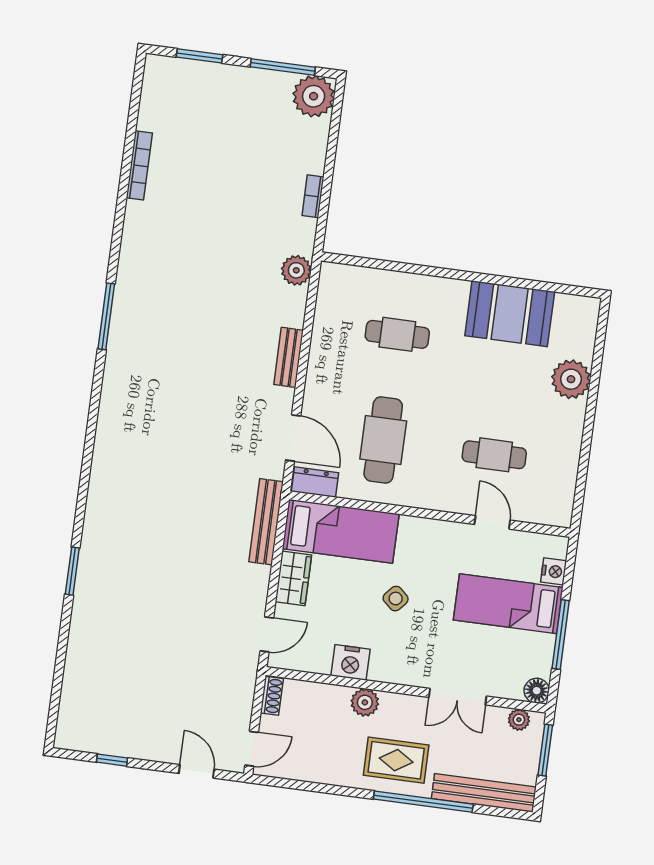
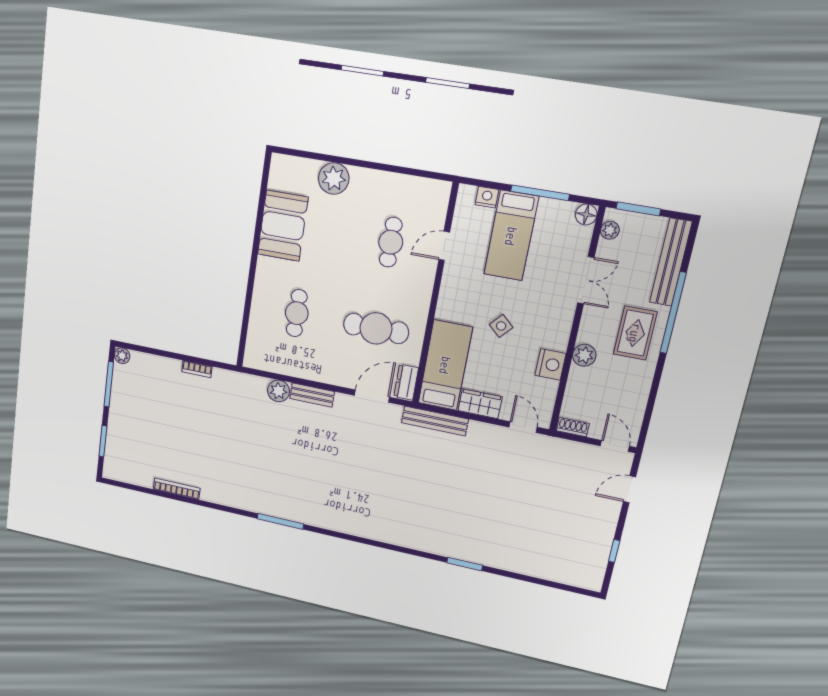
plant: (314, 96) -> (122, 356), width x0.53, depth x0.53
plant: (296, 270) -> (278, 391), moved

